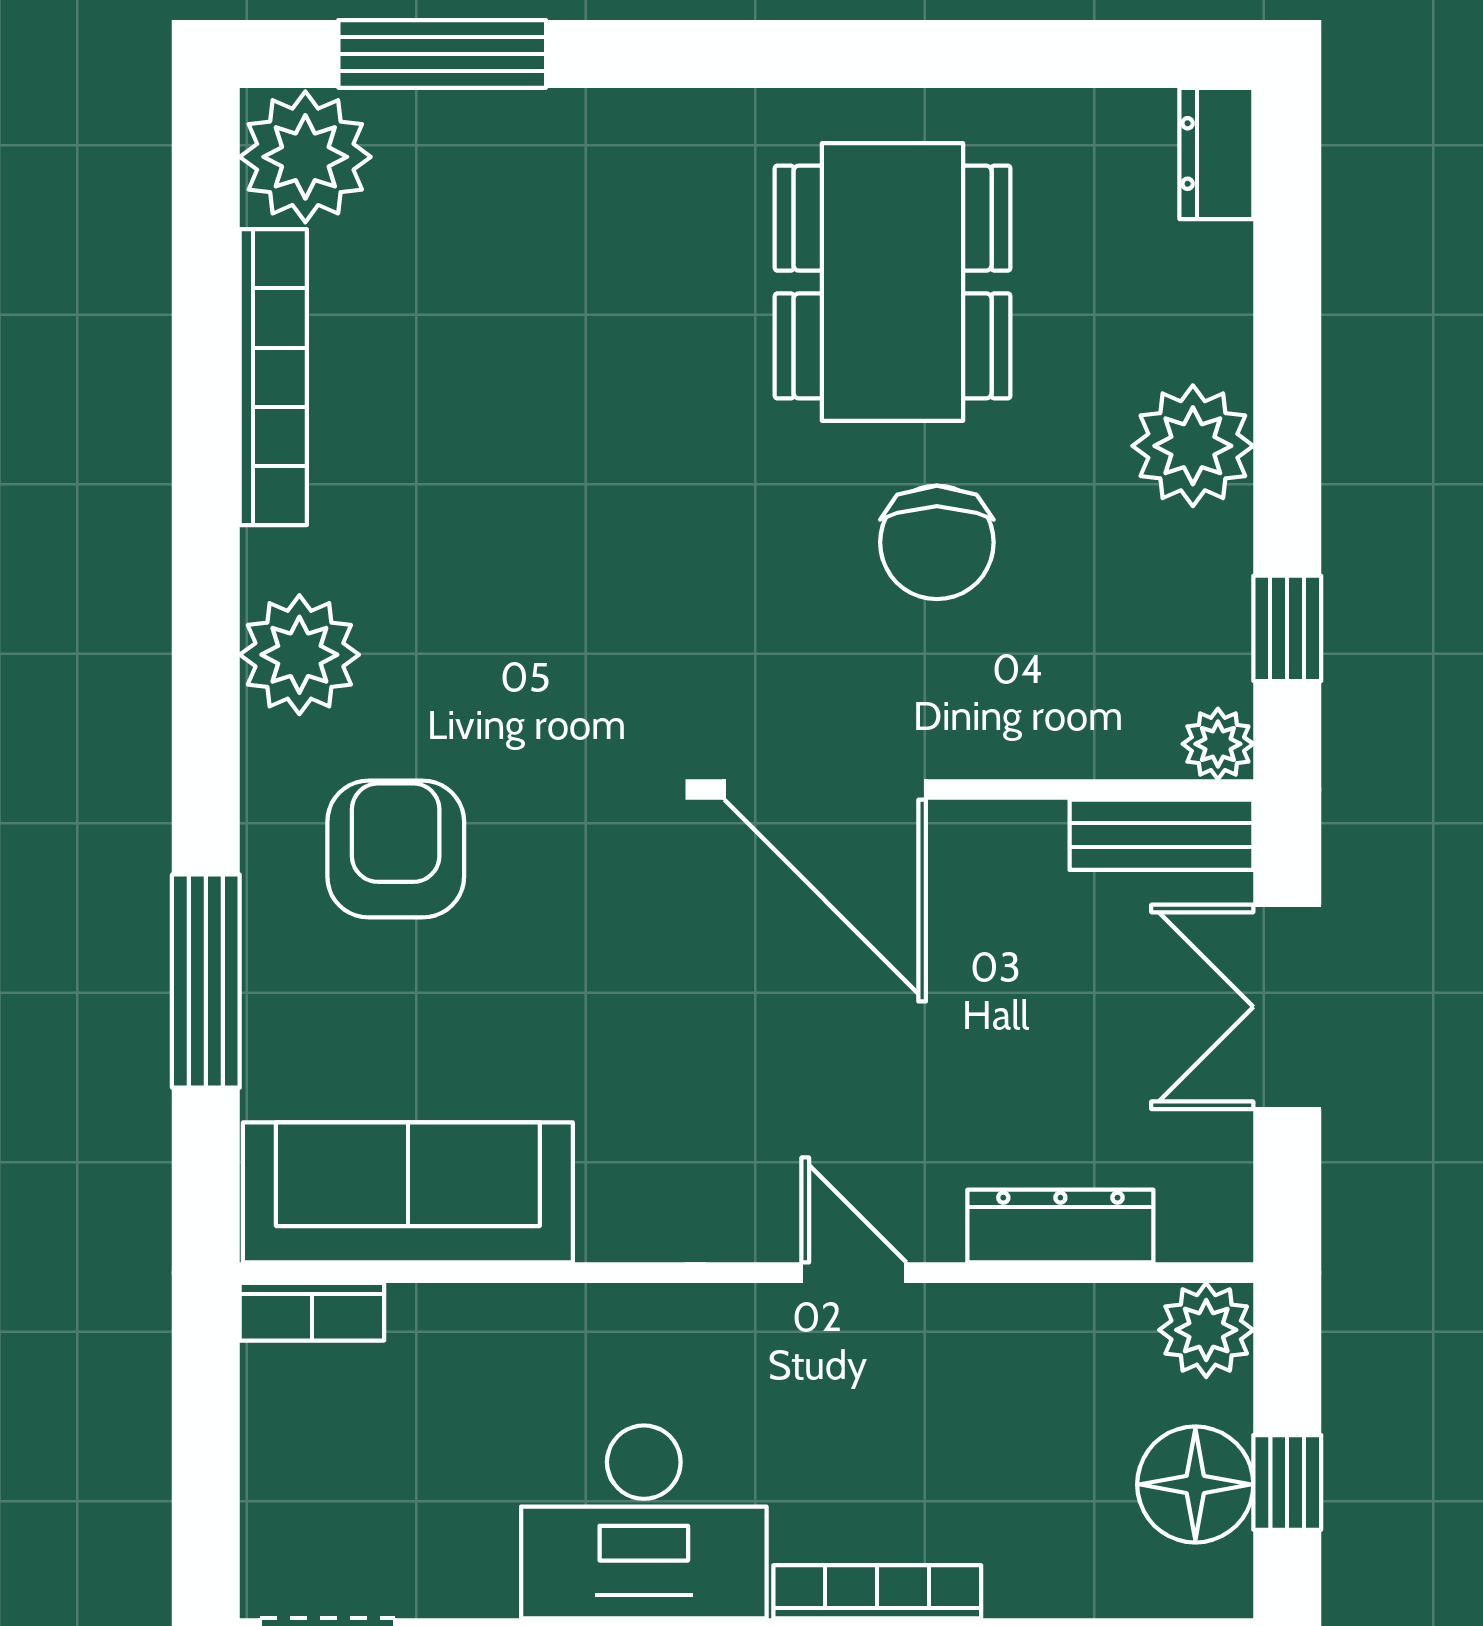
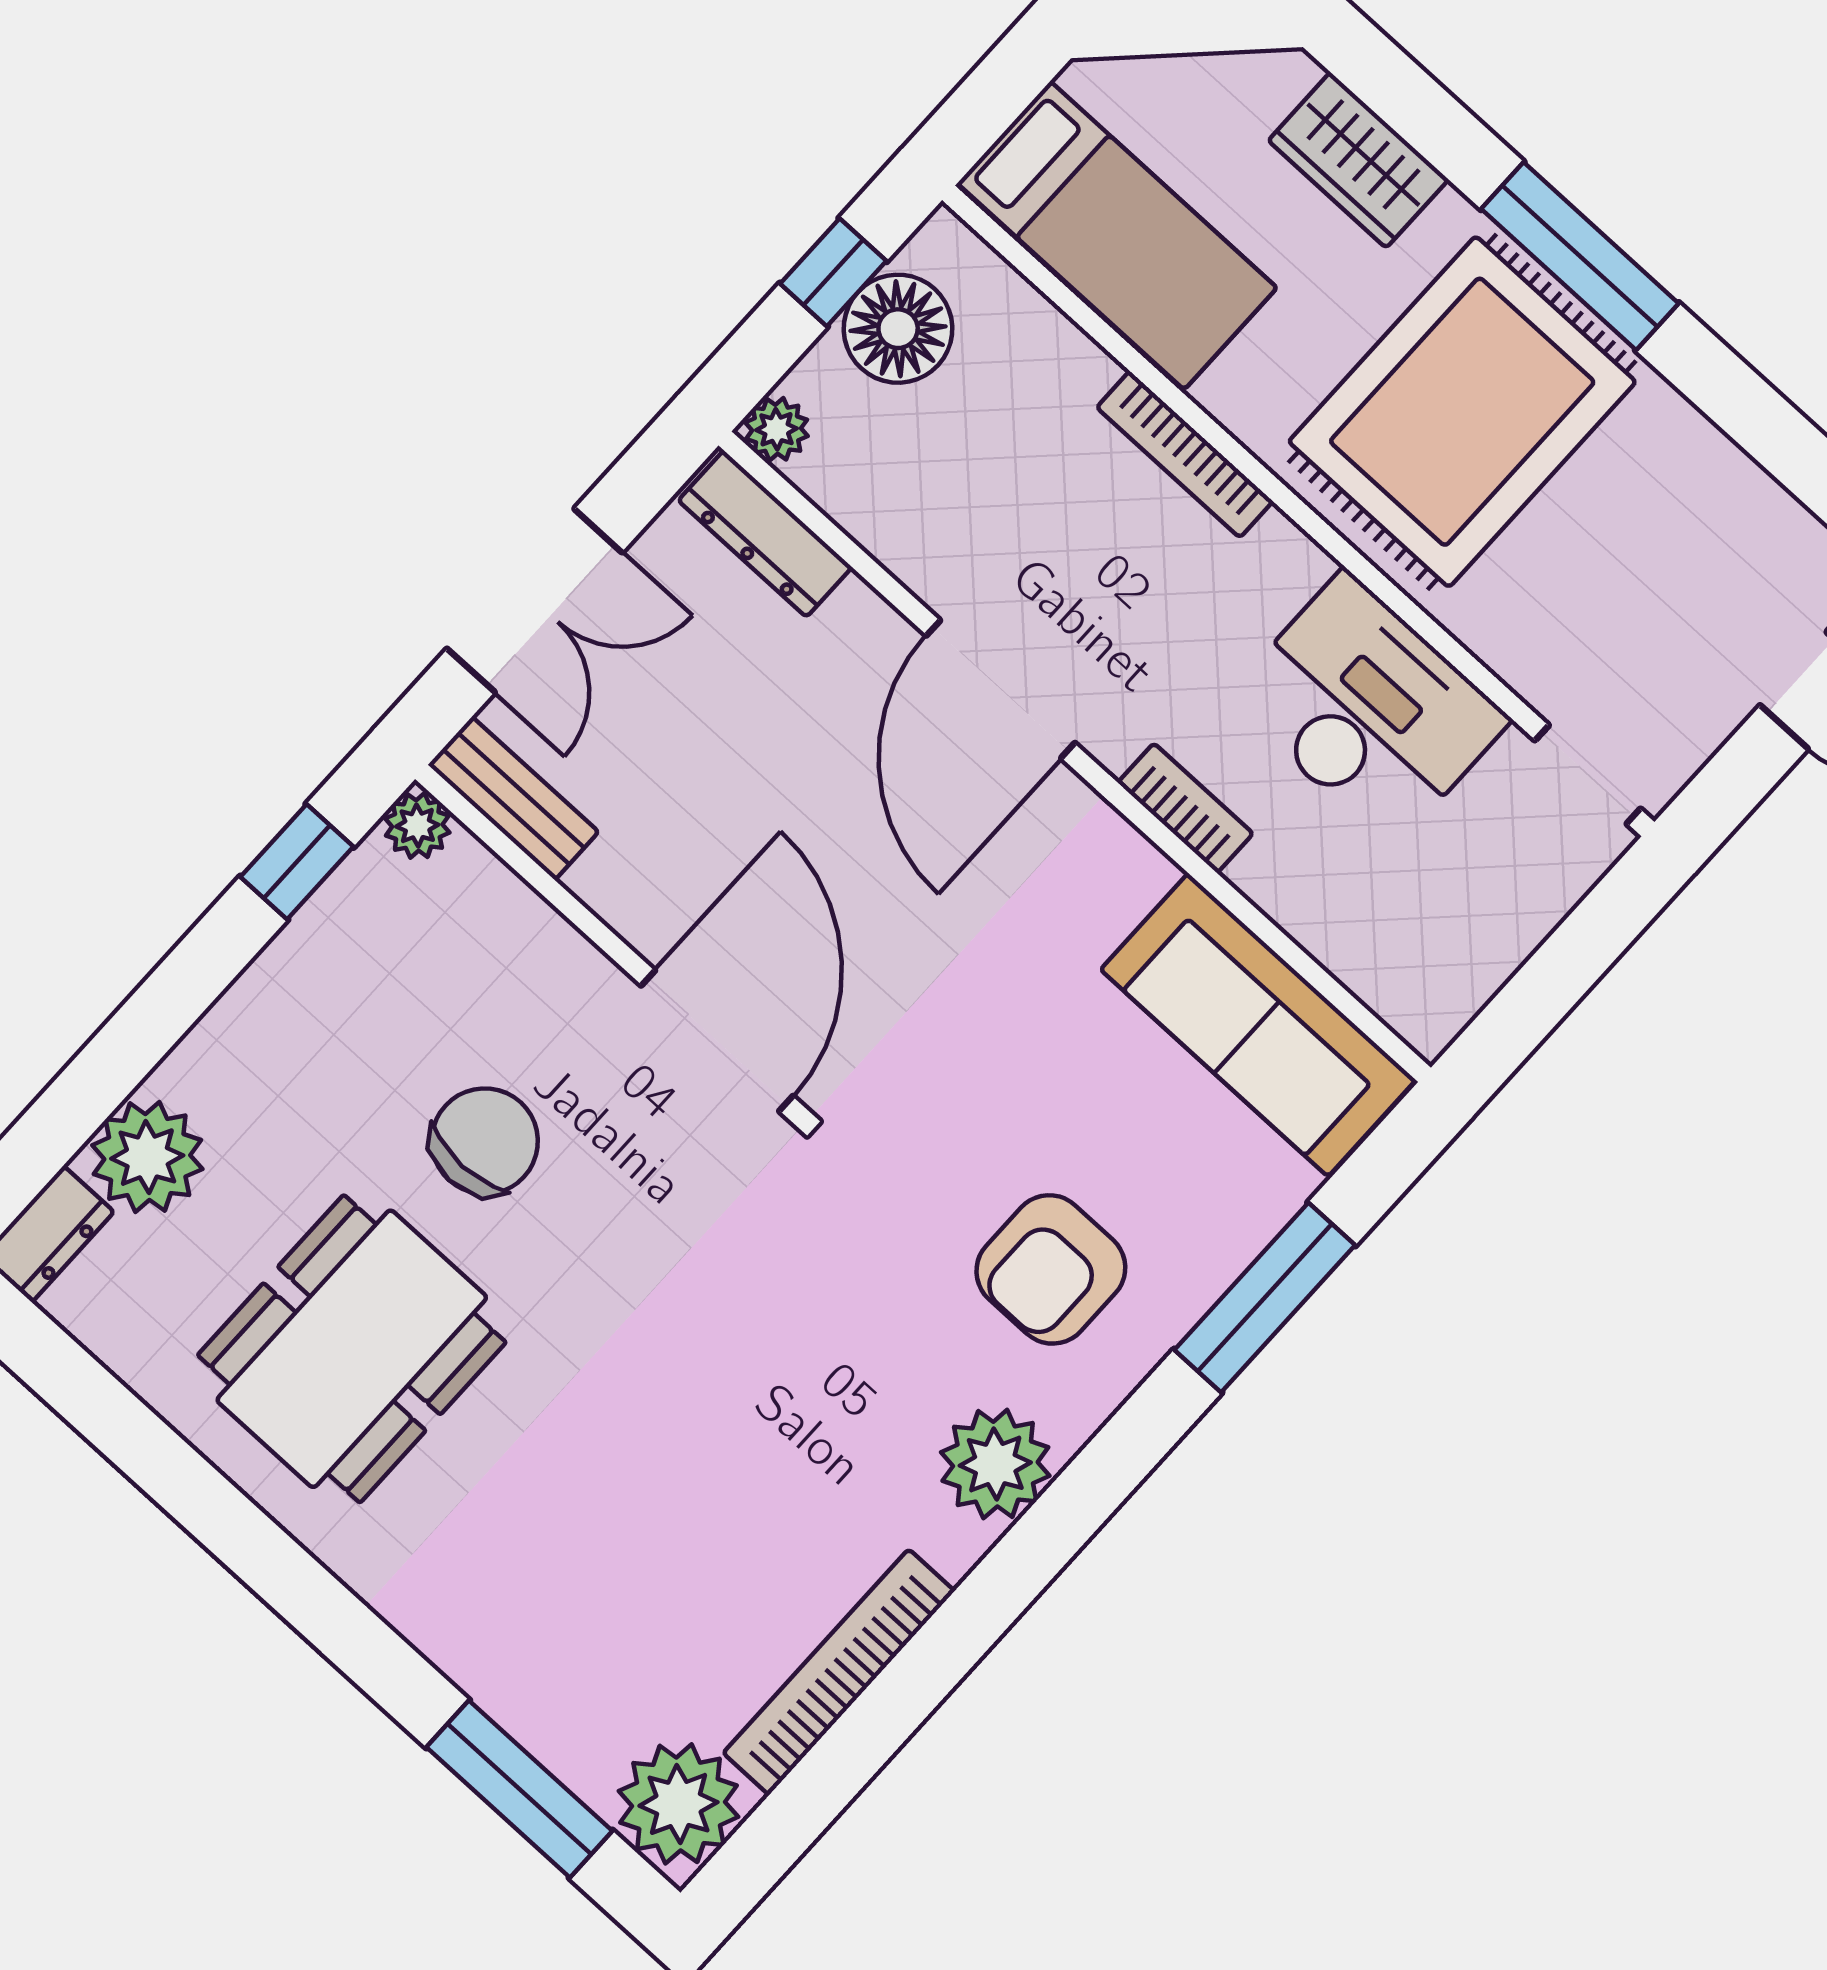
plant: (1193, 446) -> (147, 1157), moved
dresser: (1060, 1226) -> (765, 534), moved
door: (854, 1273) -> (1001, 689), width x1.87
bookcase: (312, 1312) -> (1185, 808), moved
plant: (1206, 1330) -> (777, 429), width x0.73, depth x0.73
desk: (644, 1522) -> (1368, 709), moved

